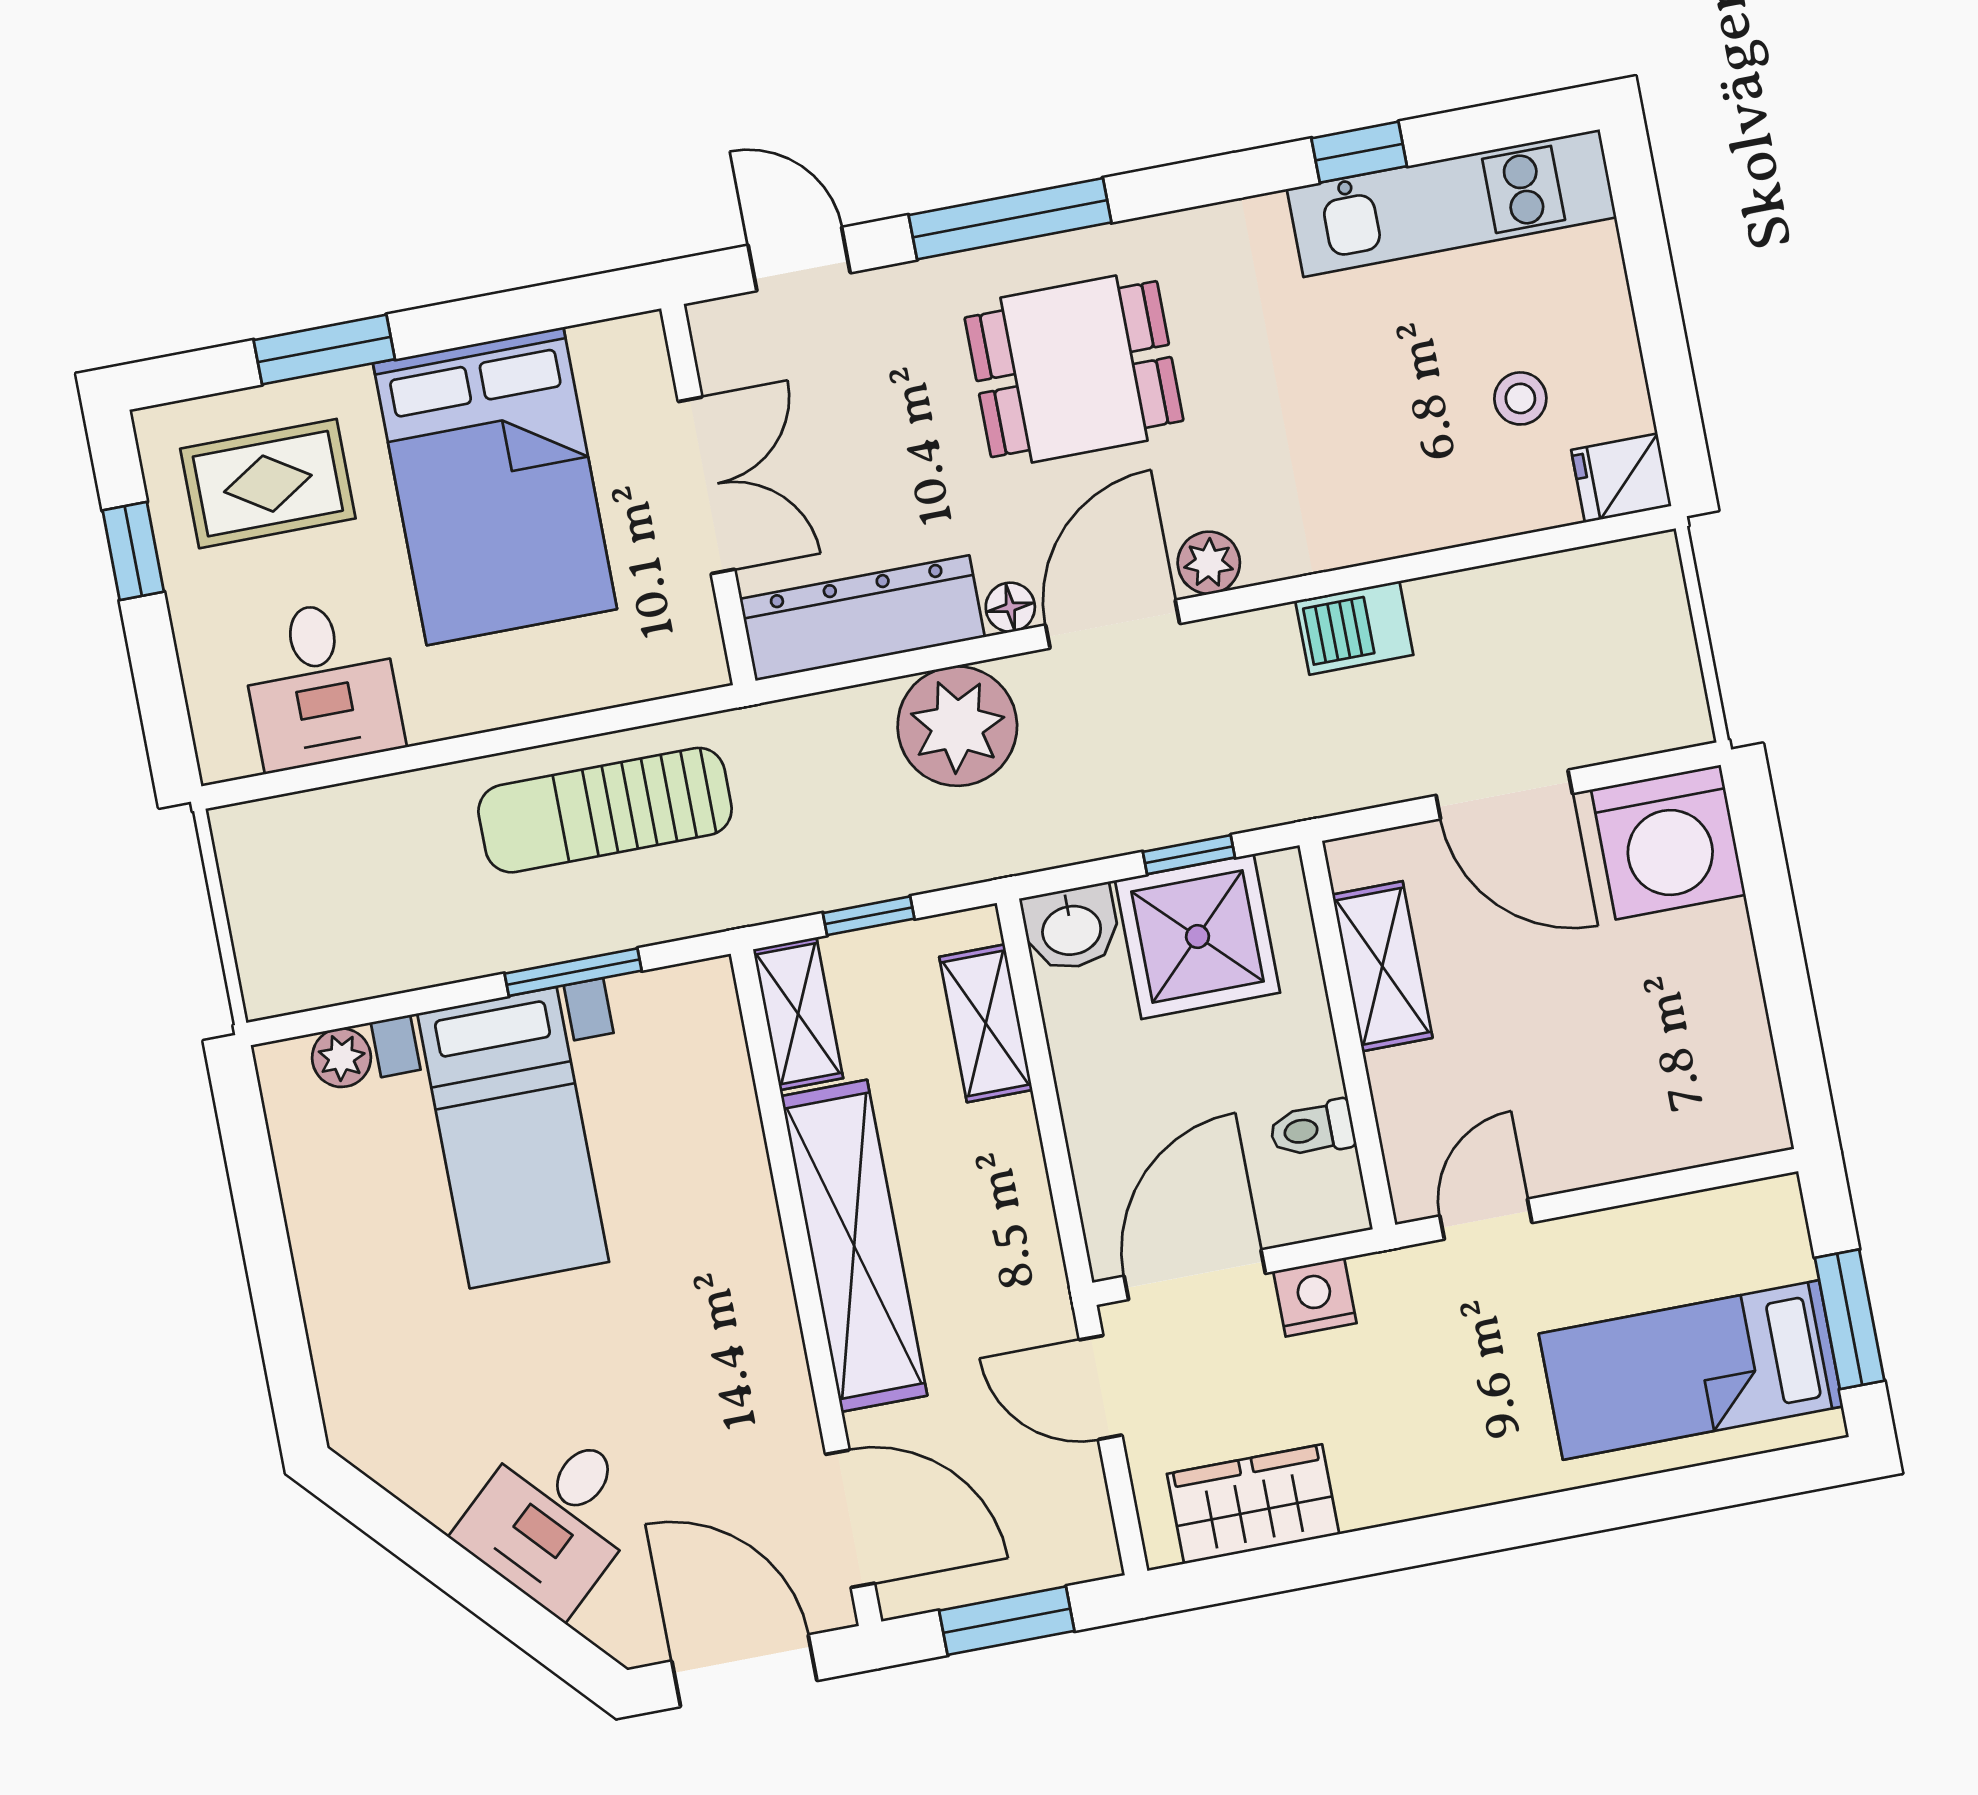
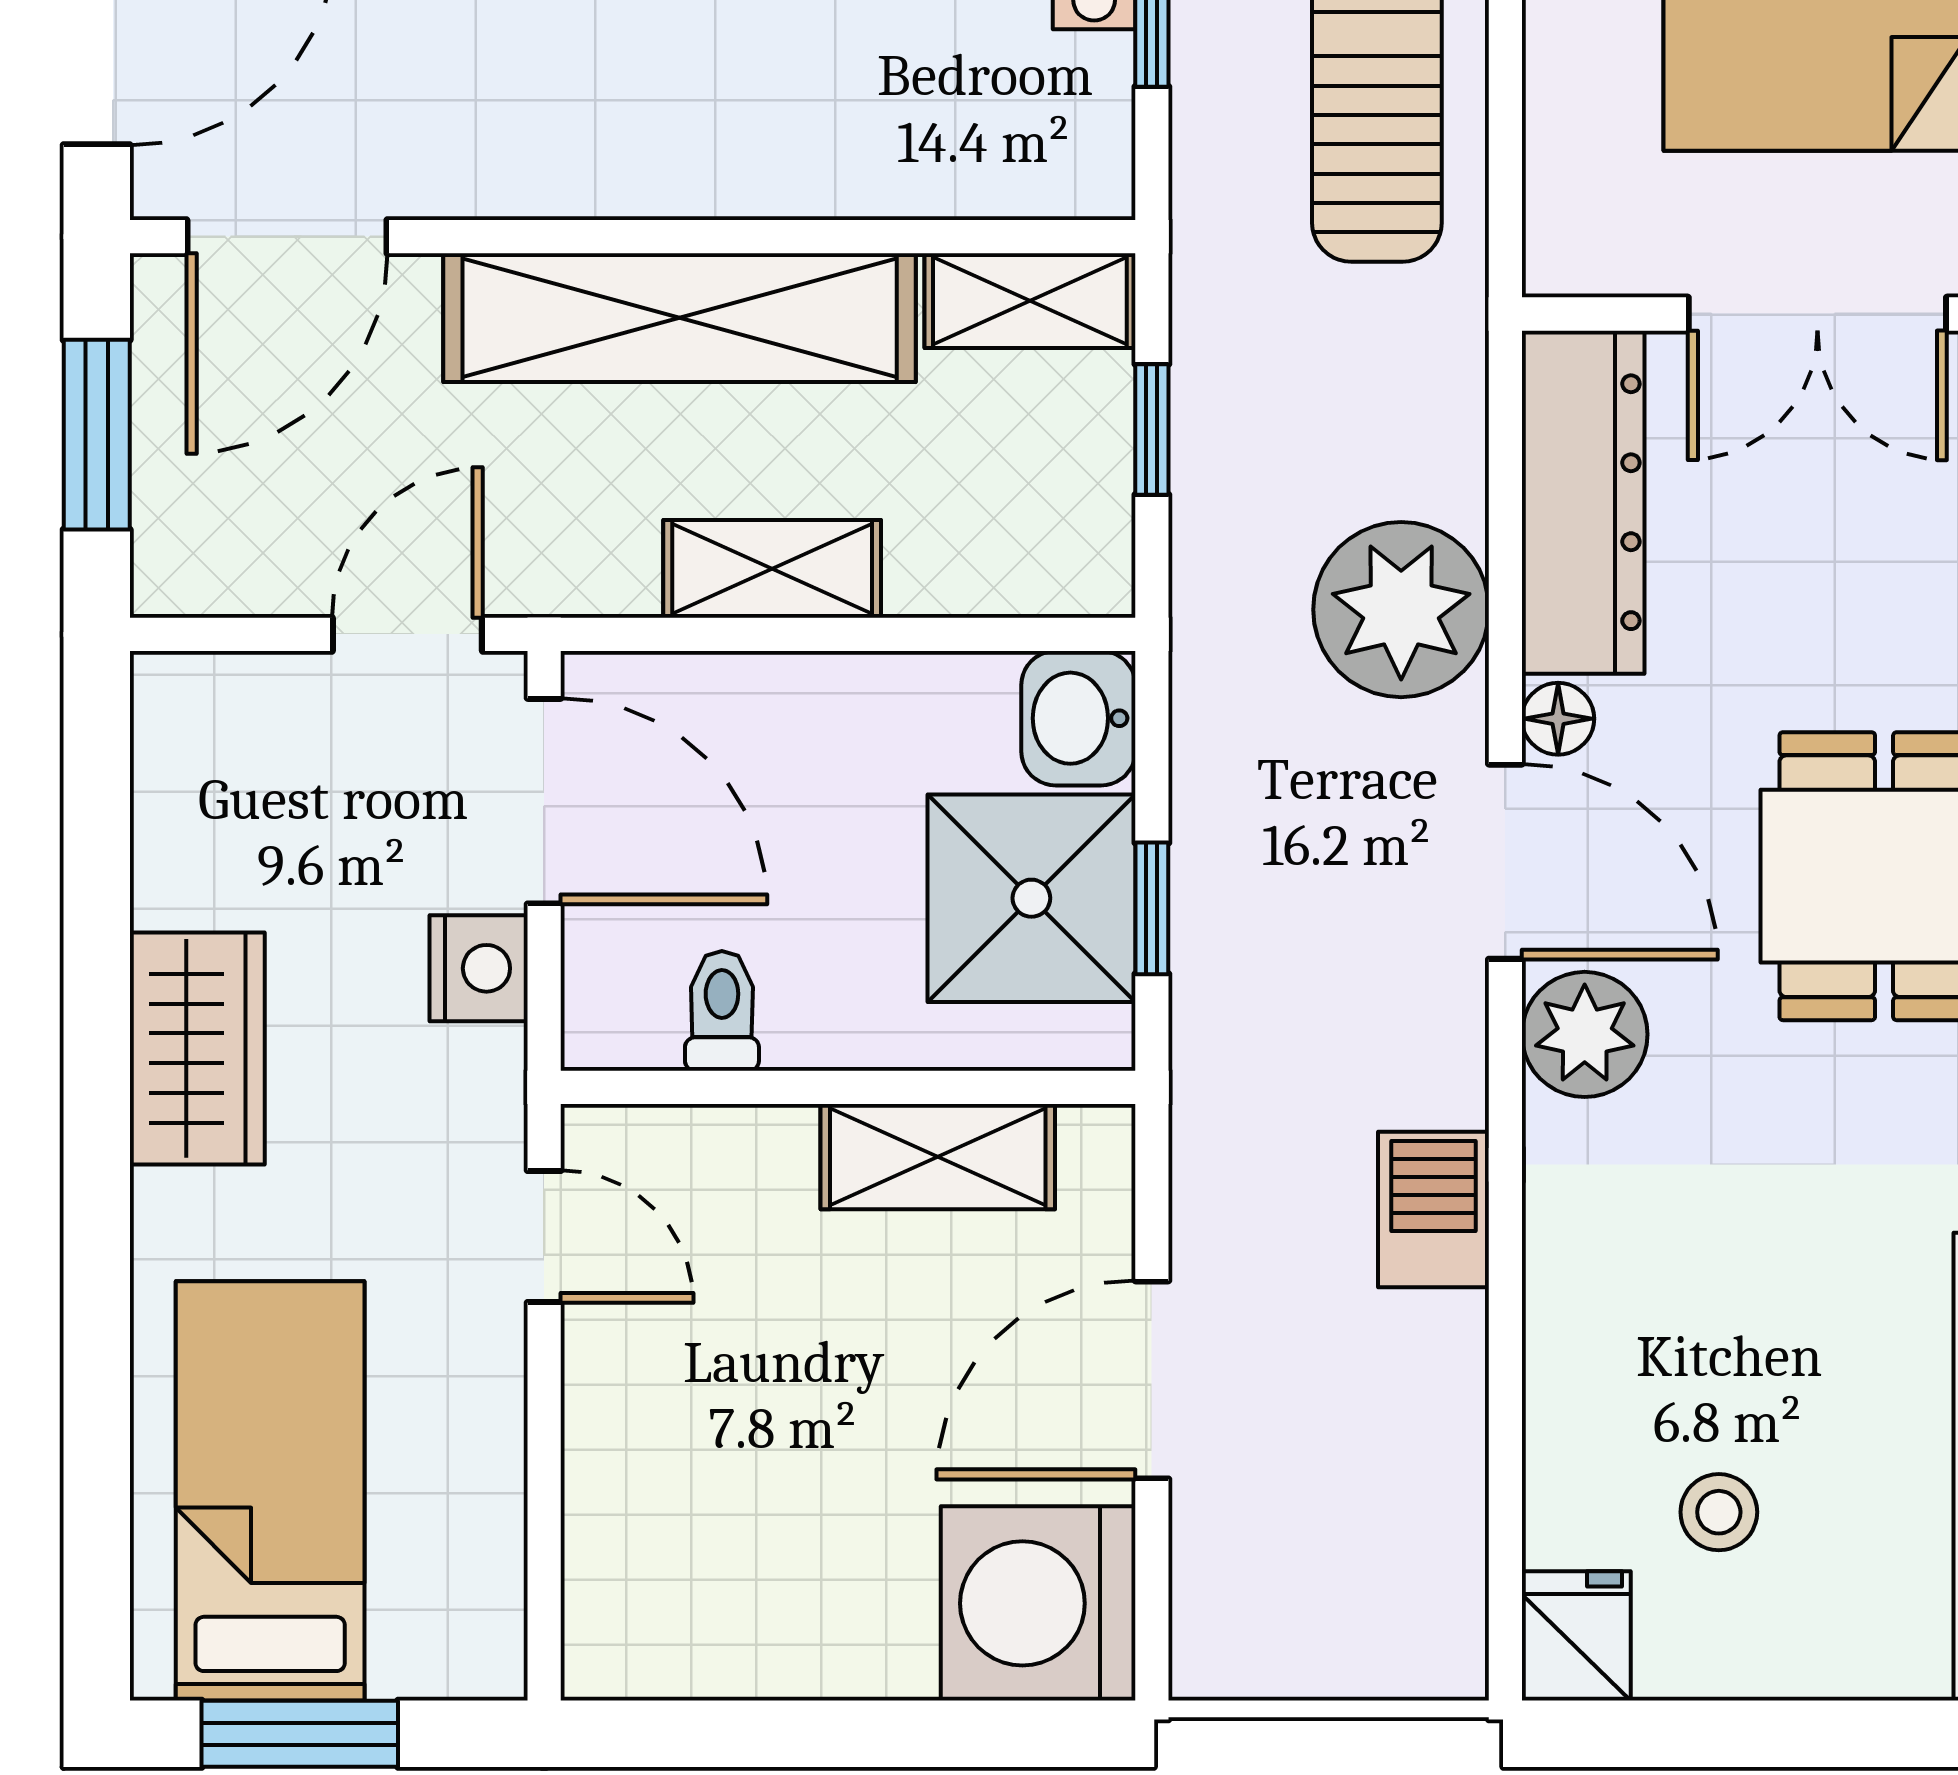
plant: (1209, 563) -> (1585, 1034), width x1.38, depth x1.38
shelving: (986, 1023) -> (772, 569), moved
wardrobe: (1253, 1504) -> (197, 1048), moved

